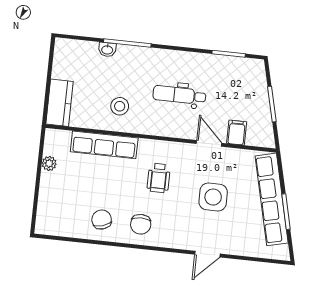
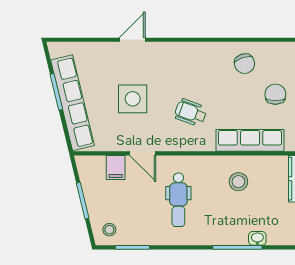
stool: (249, 73) -> (109, 230), added
dental chair: (179, 95) -> (178, 200), turned 90
wheelchair: (159, 178) -> (191, 112), turned -70
chair: (141, 224) -> (275, 94), moved

